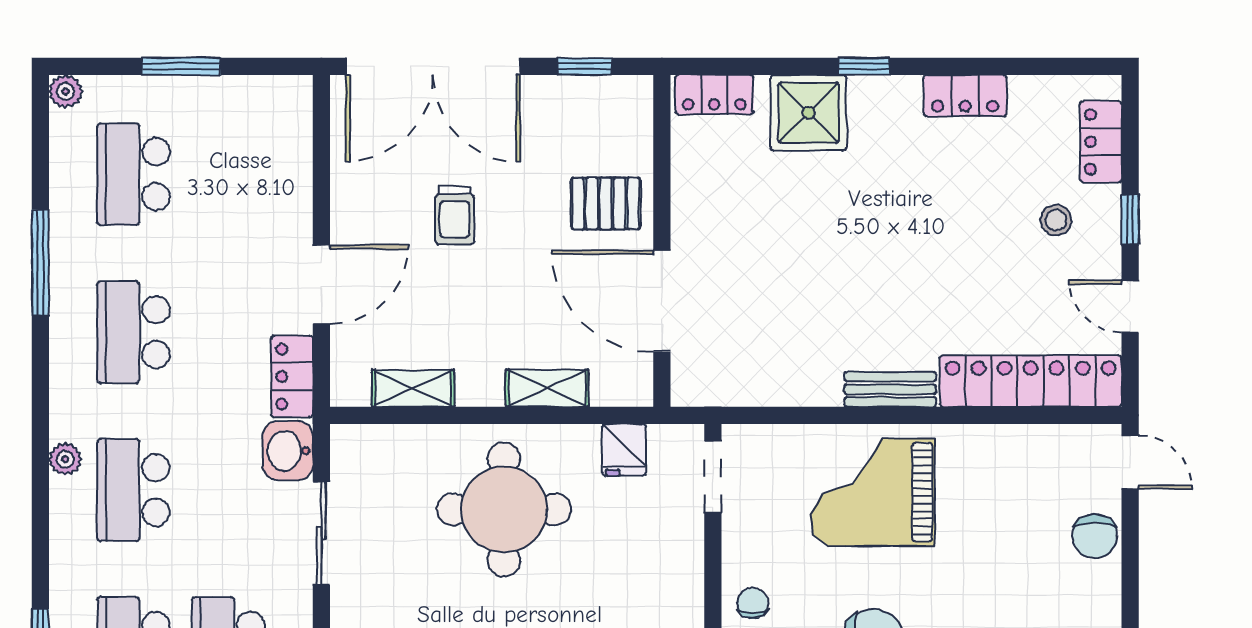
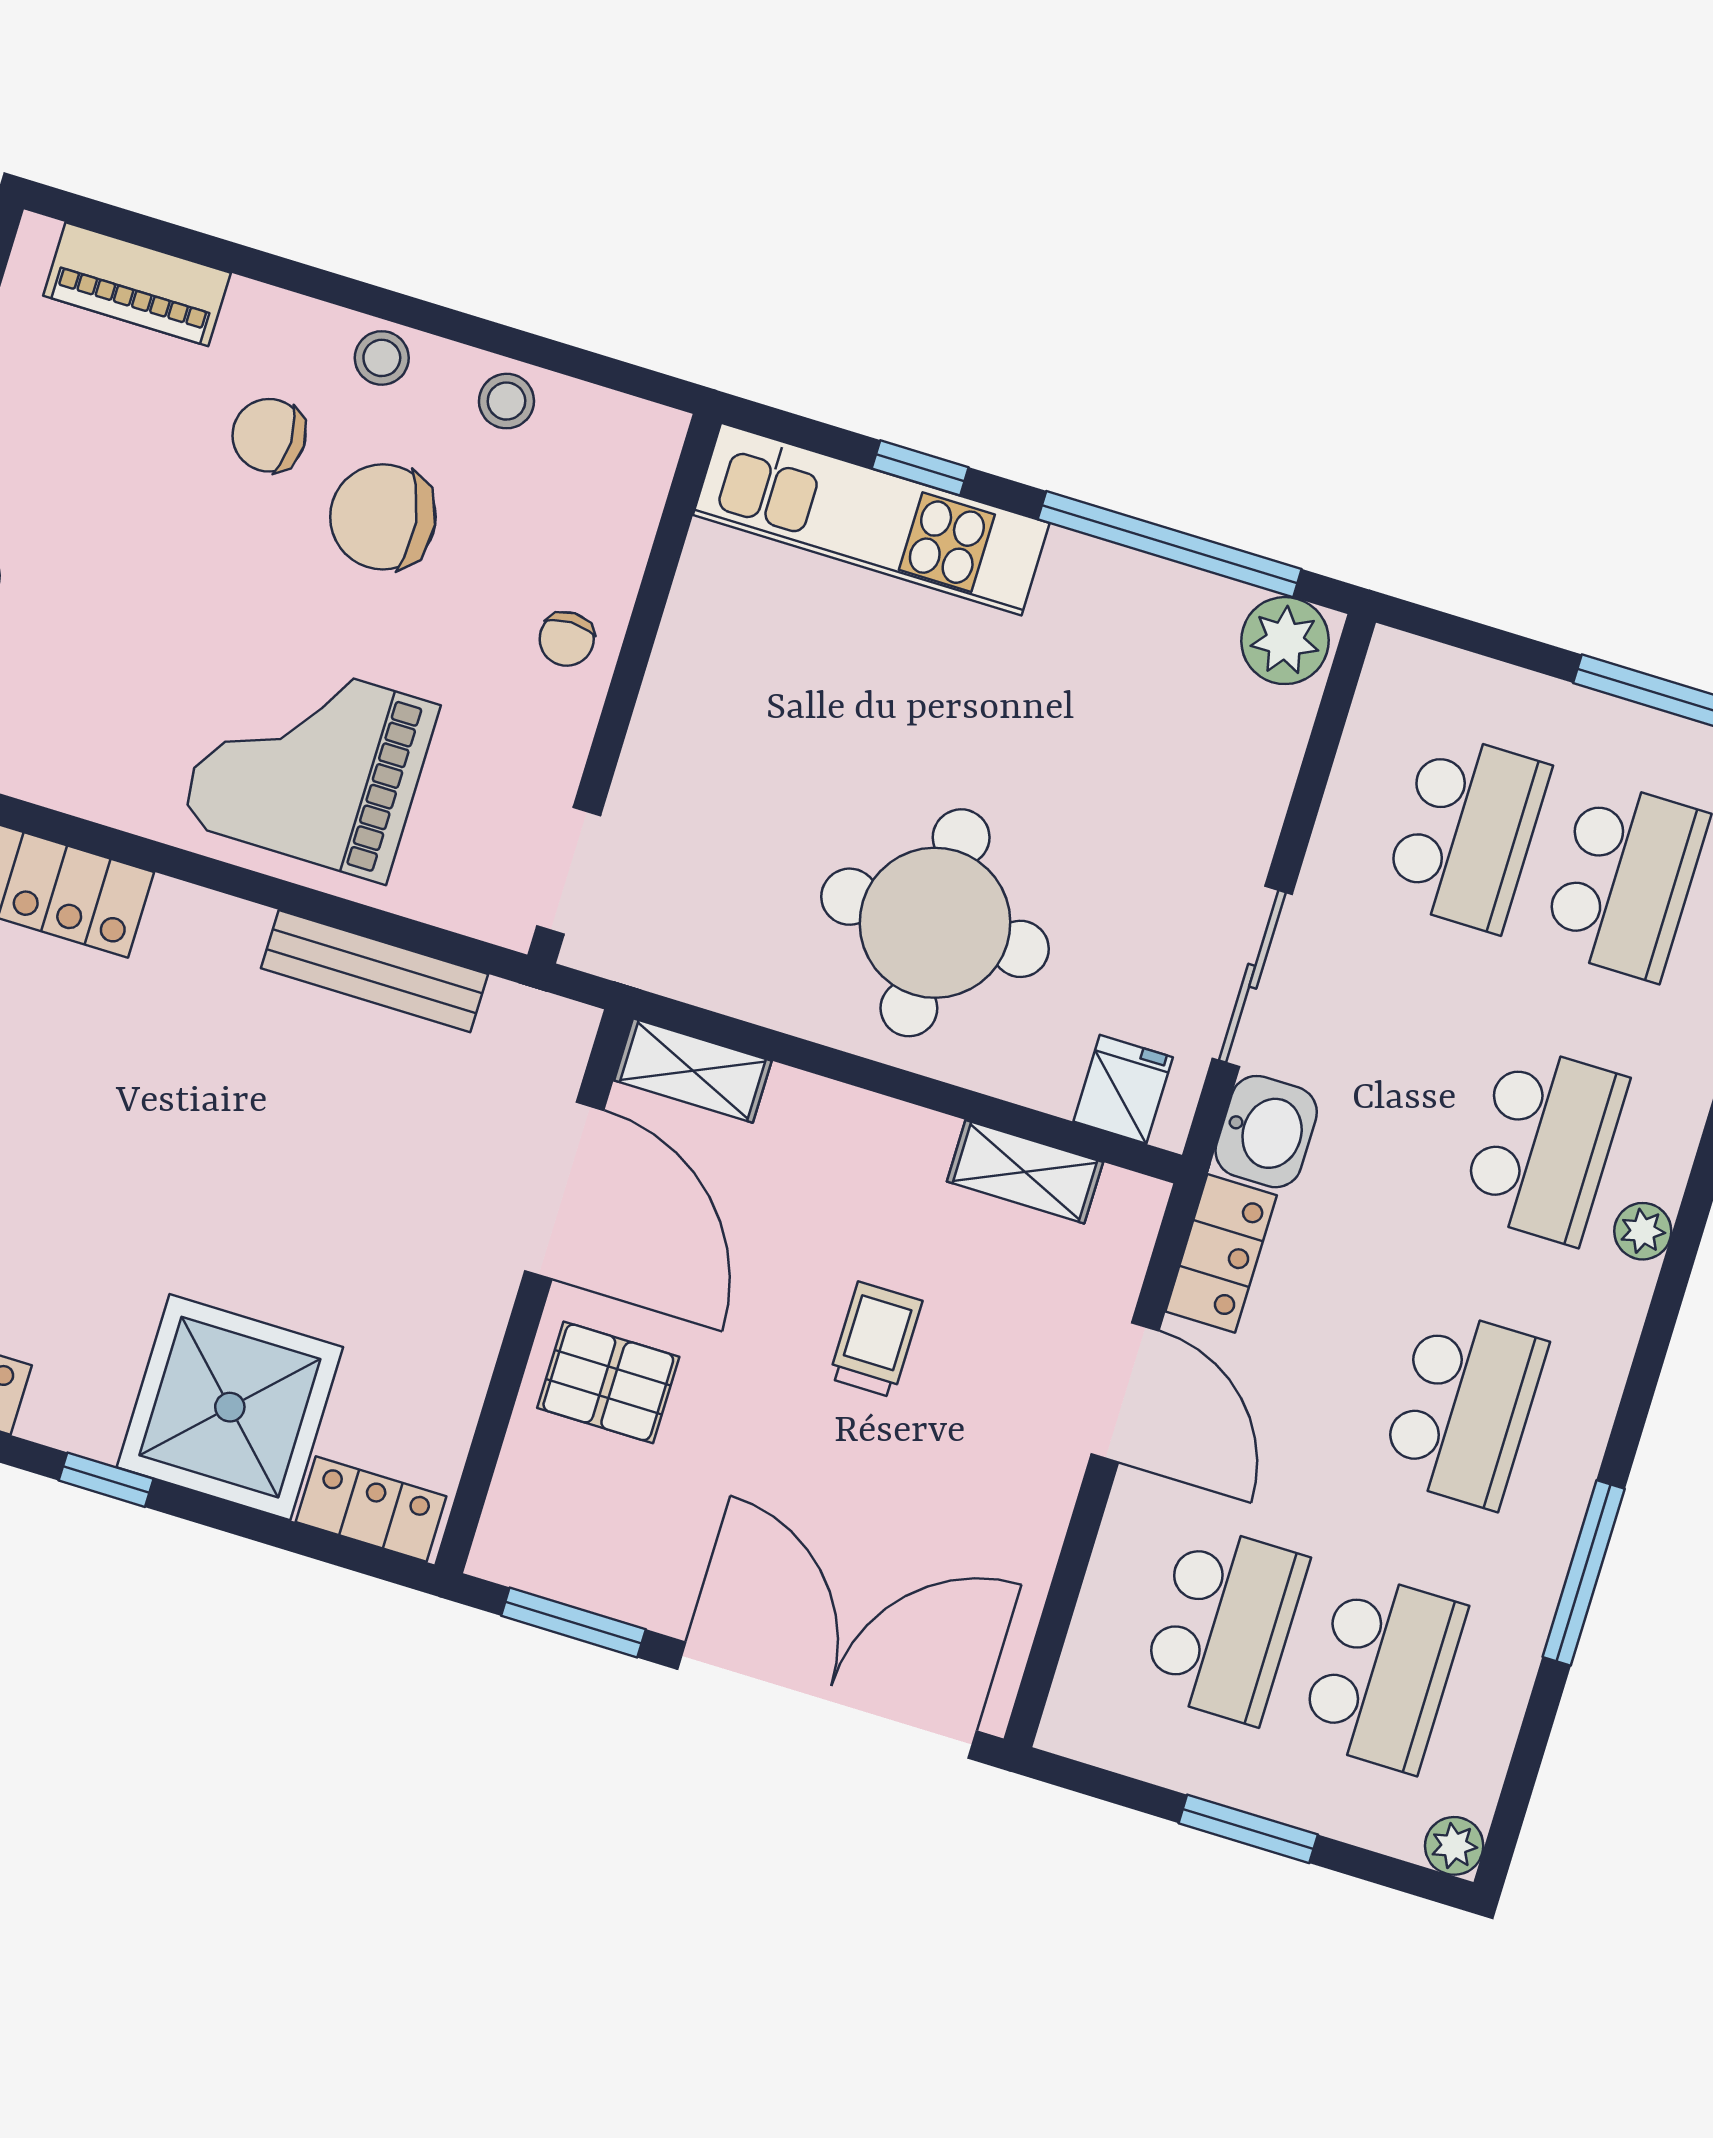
window: (585, 66) -> (573, 1623), width x1.50
shower: (809, 113) -> (230, 1407), width x1.37, depth x1.37
school desk: (228, 174) -> (1224, 1624), added
trolley: (455, 215) -> (876, 1340), moved
door: (321, 284) -> (1125, 1392), swing flipped
shelving: (547, 388) -> (693, 1071), moved
bench: (890, 389) -> (374, 971), moved, width x1.36
fridge: (624, 450) -> (1123, 1089), moved
grand piano: (873, 492) -> (309, 763), turned 180

